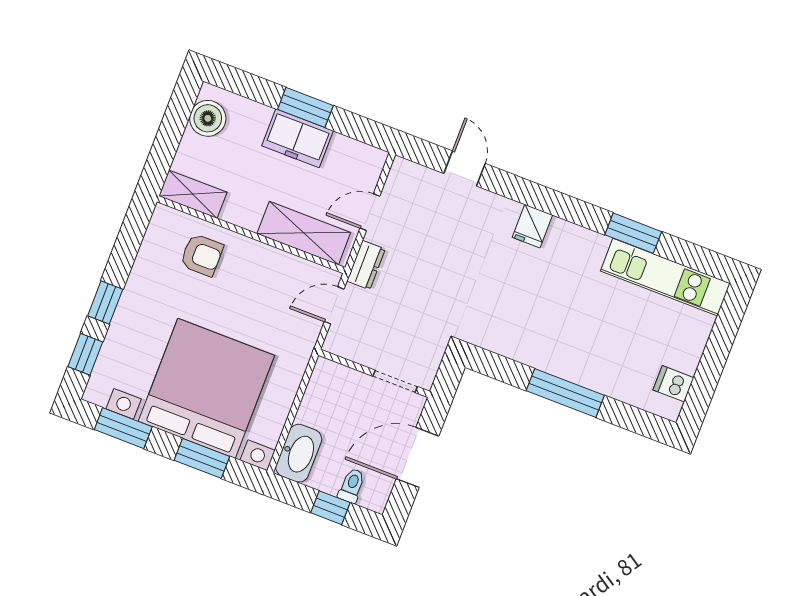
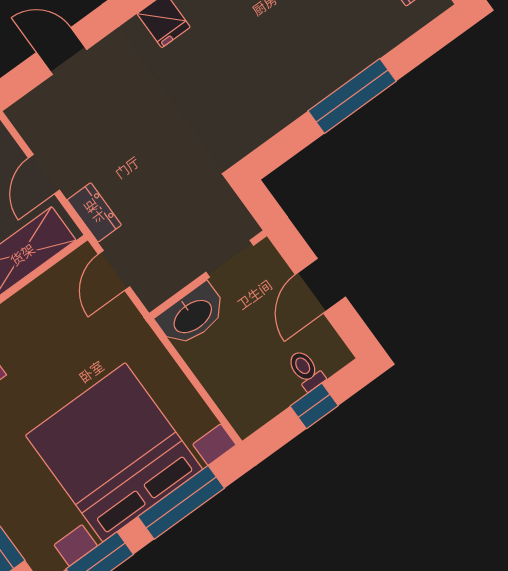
washbasin: (299, 453) -> (192, 316), moved, turned 90
door: (418, 457) -> (320, 286), width x0.73
window: (202, 458) -> (181, 502), width x1.44

